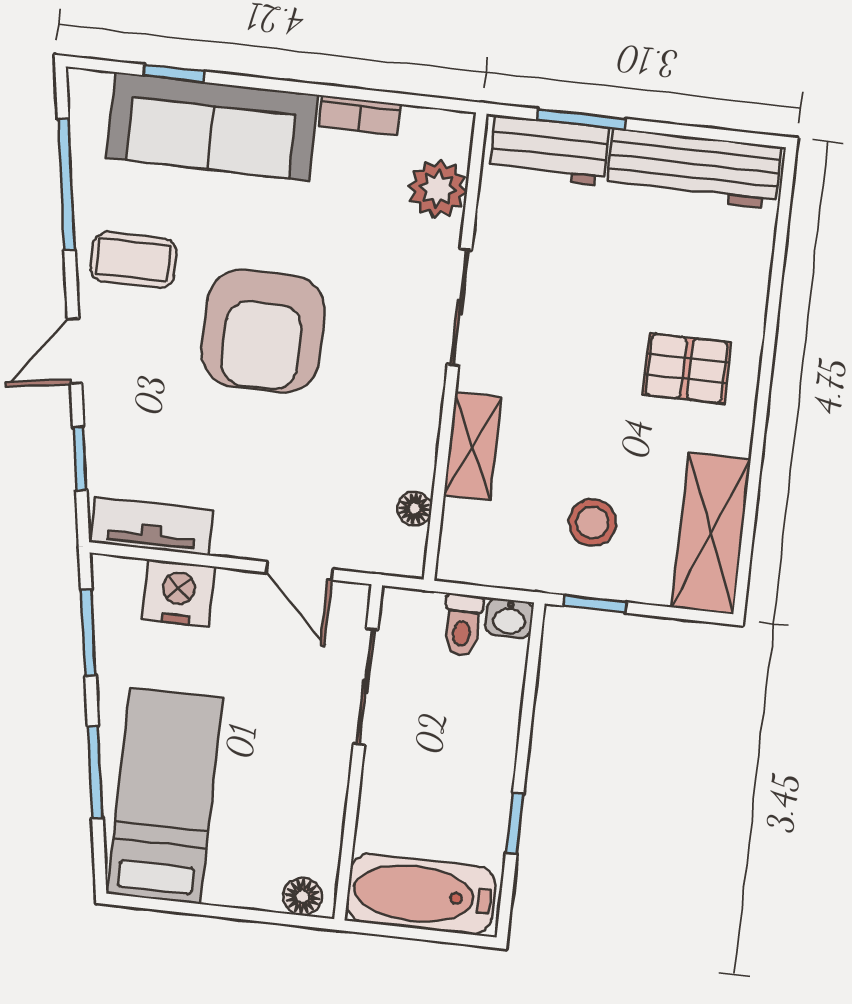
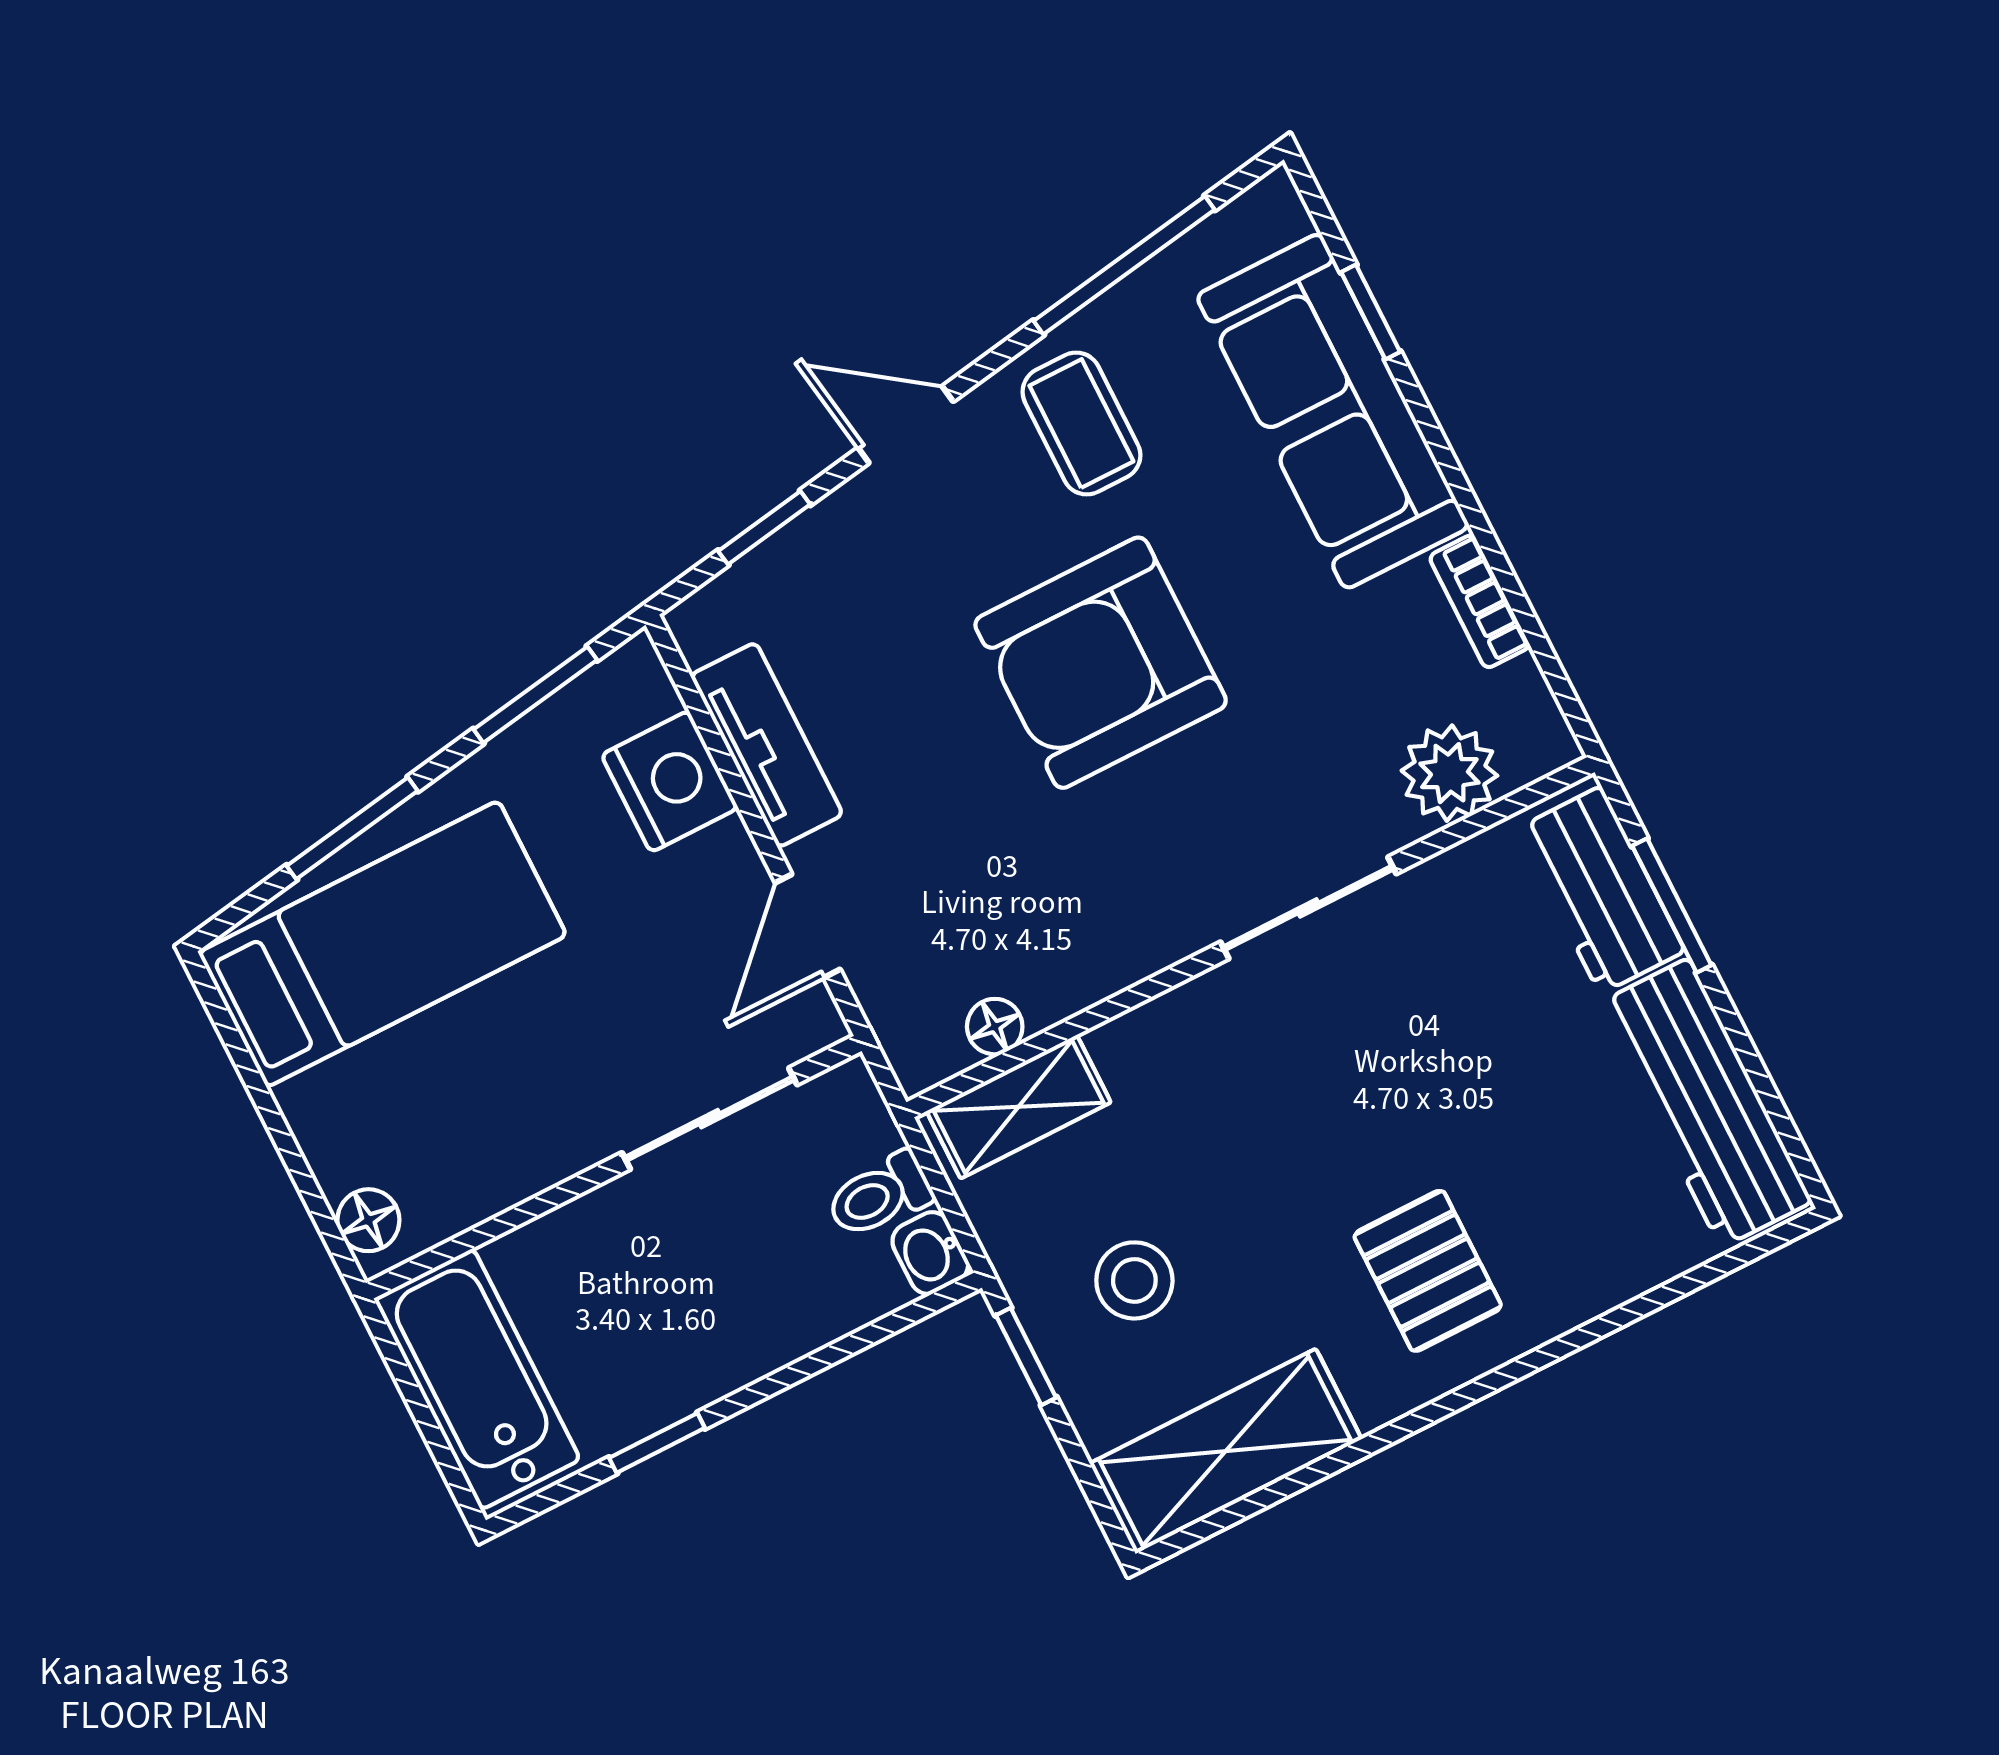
shelving: (473, 446) -> (1019, 1107), moved
tv unit: (152, 526) -> (767, 745), moved

